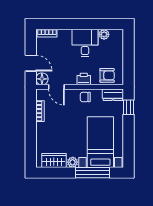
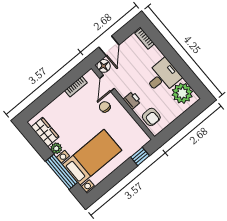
plant: (104, 34) -> (182, 93), width x1.88, depth x1.88
dresser: (113, 95) -> (140, 135), removed
chair: (85, 97) -> (105, 107), moved

